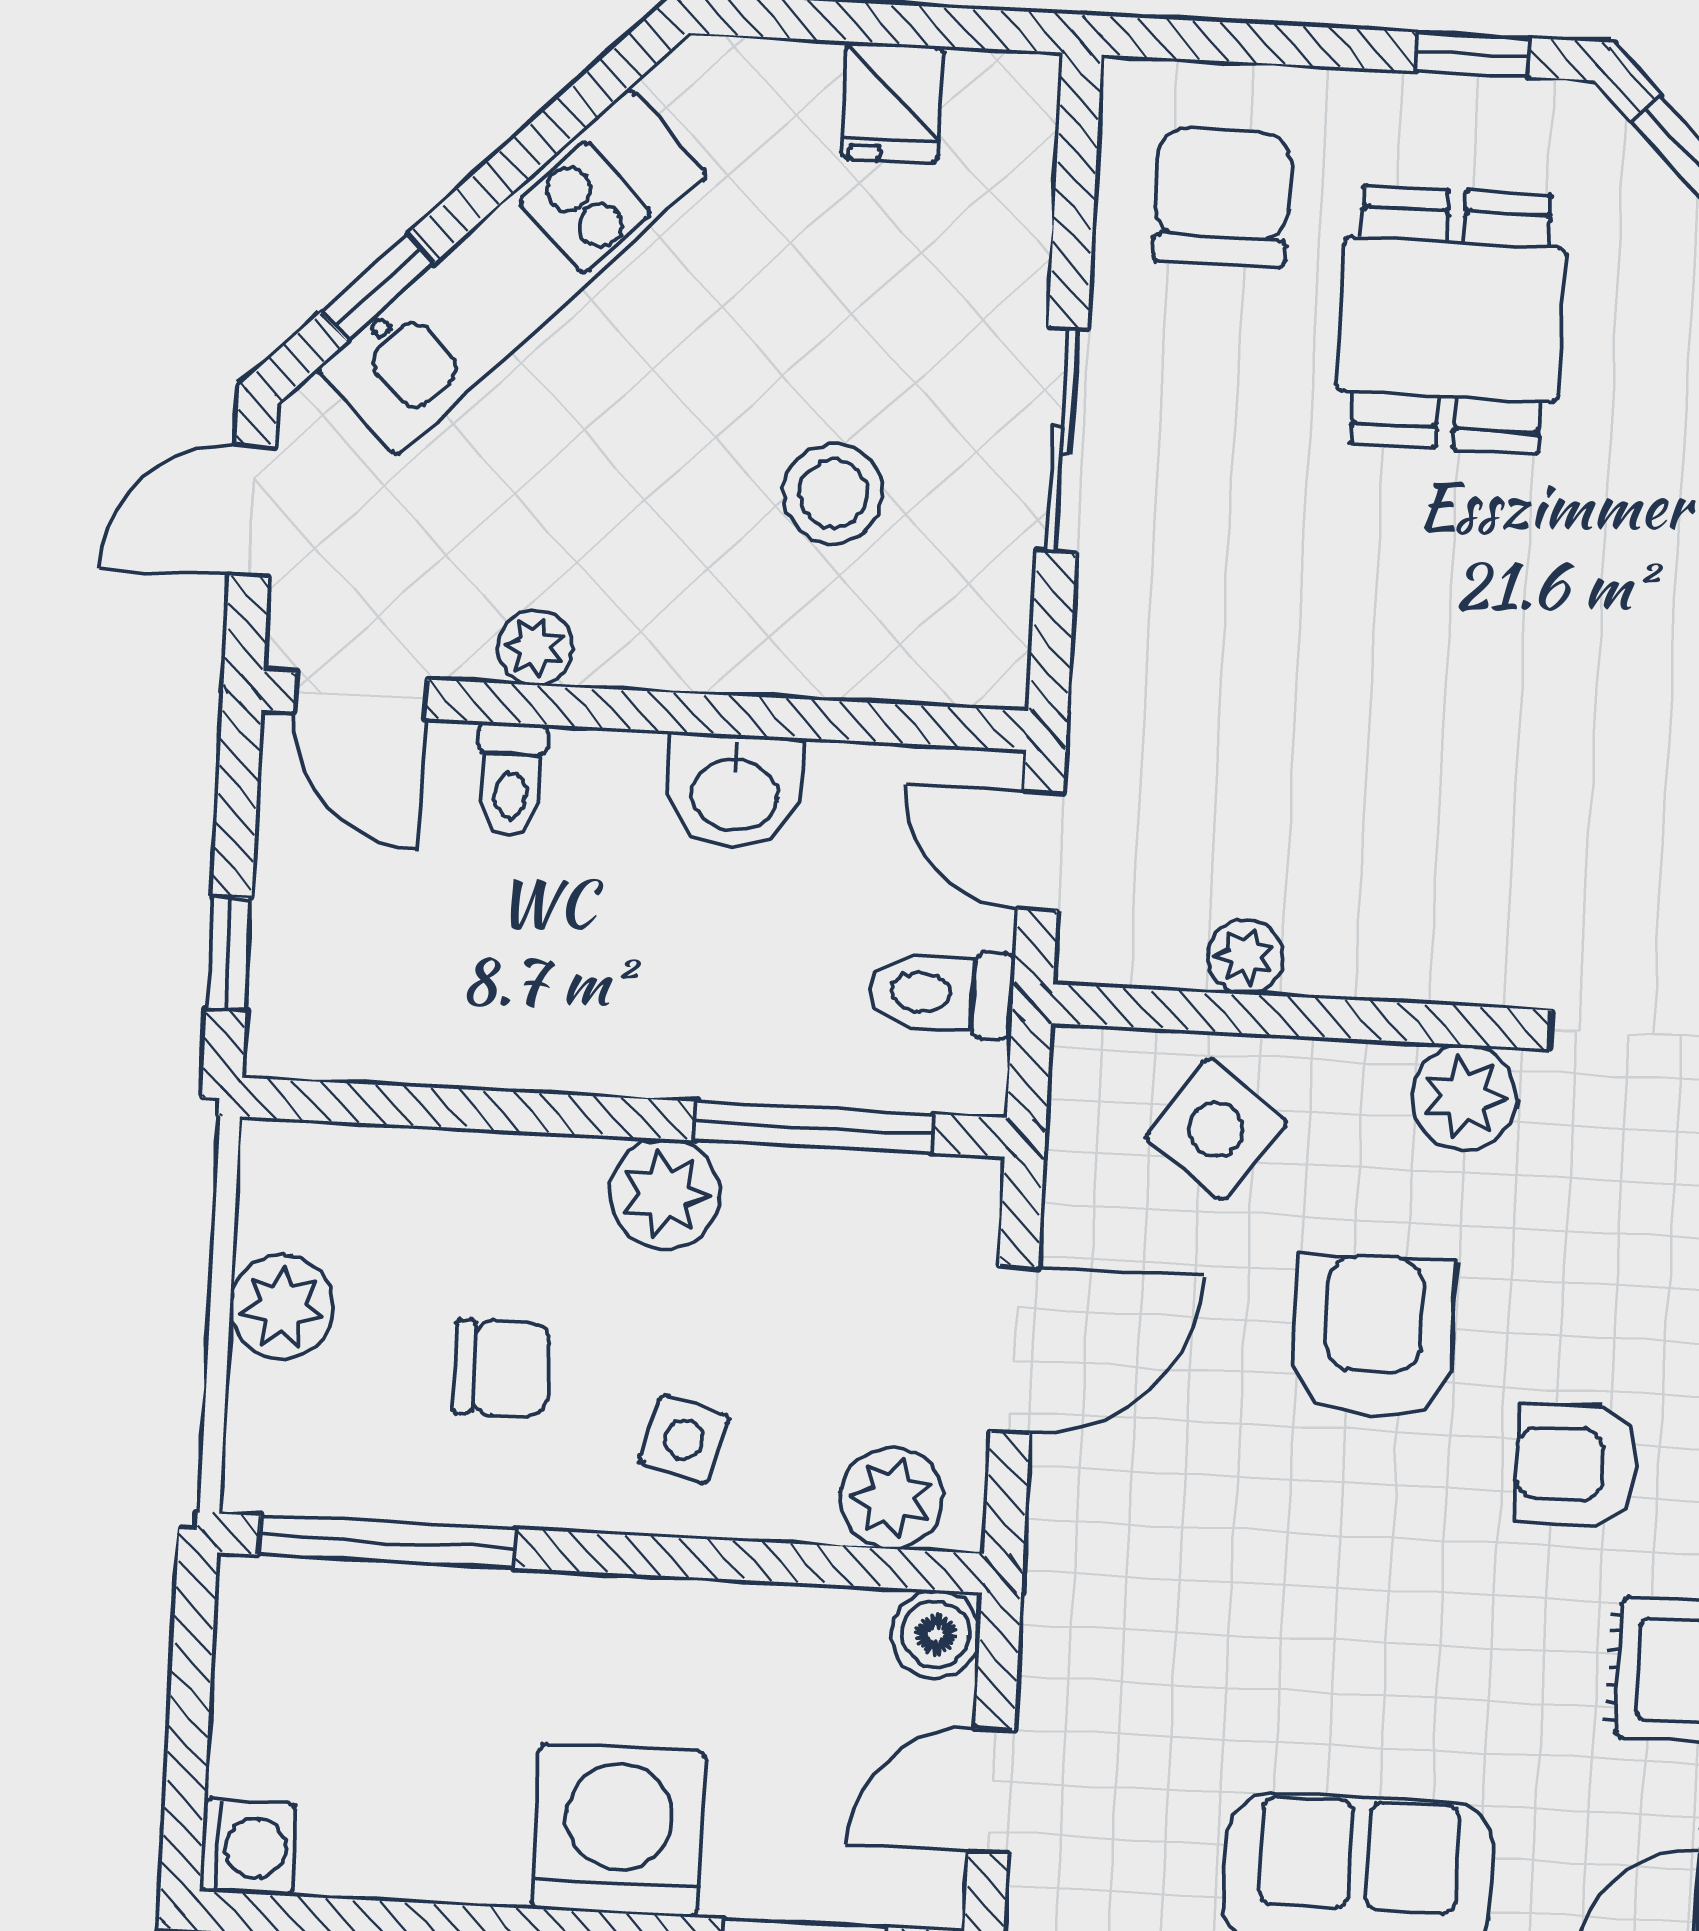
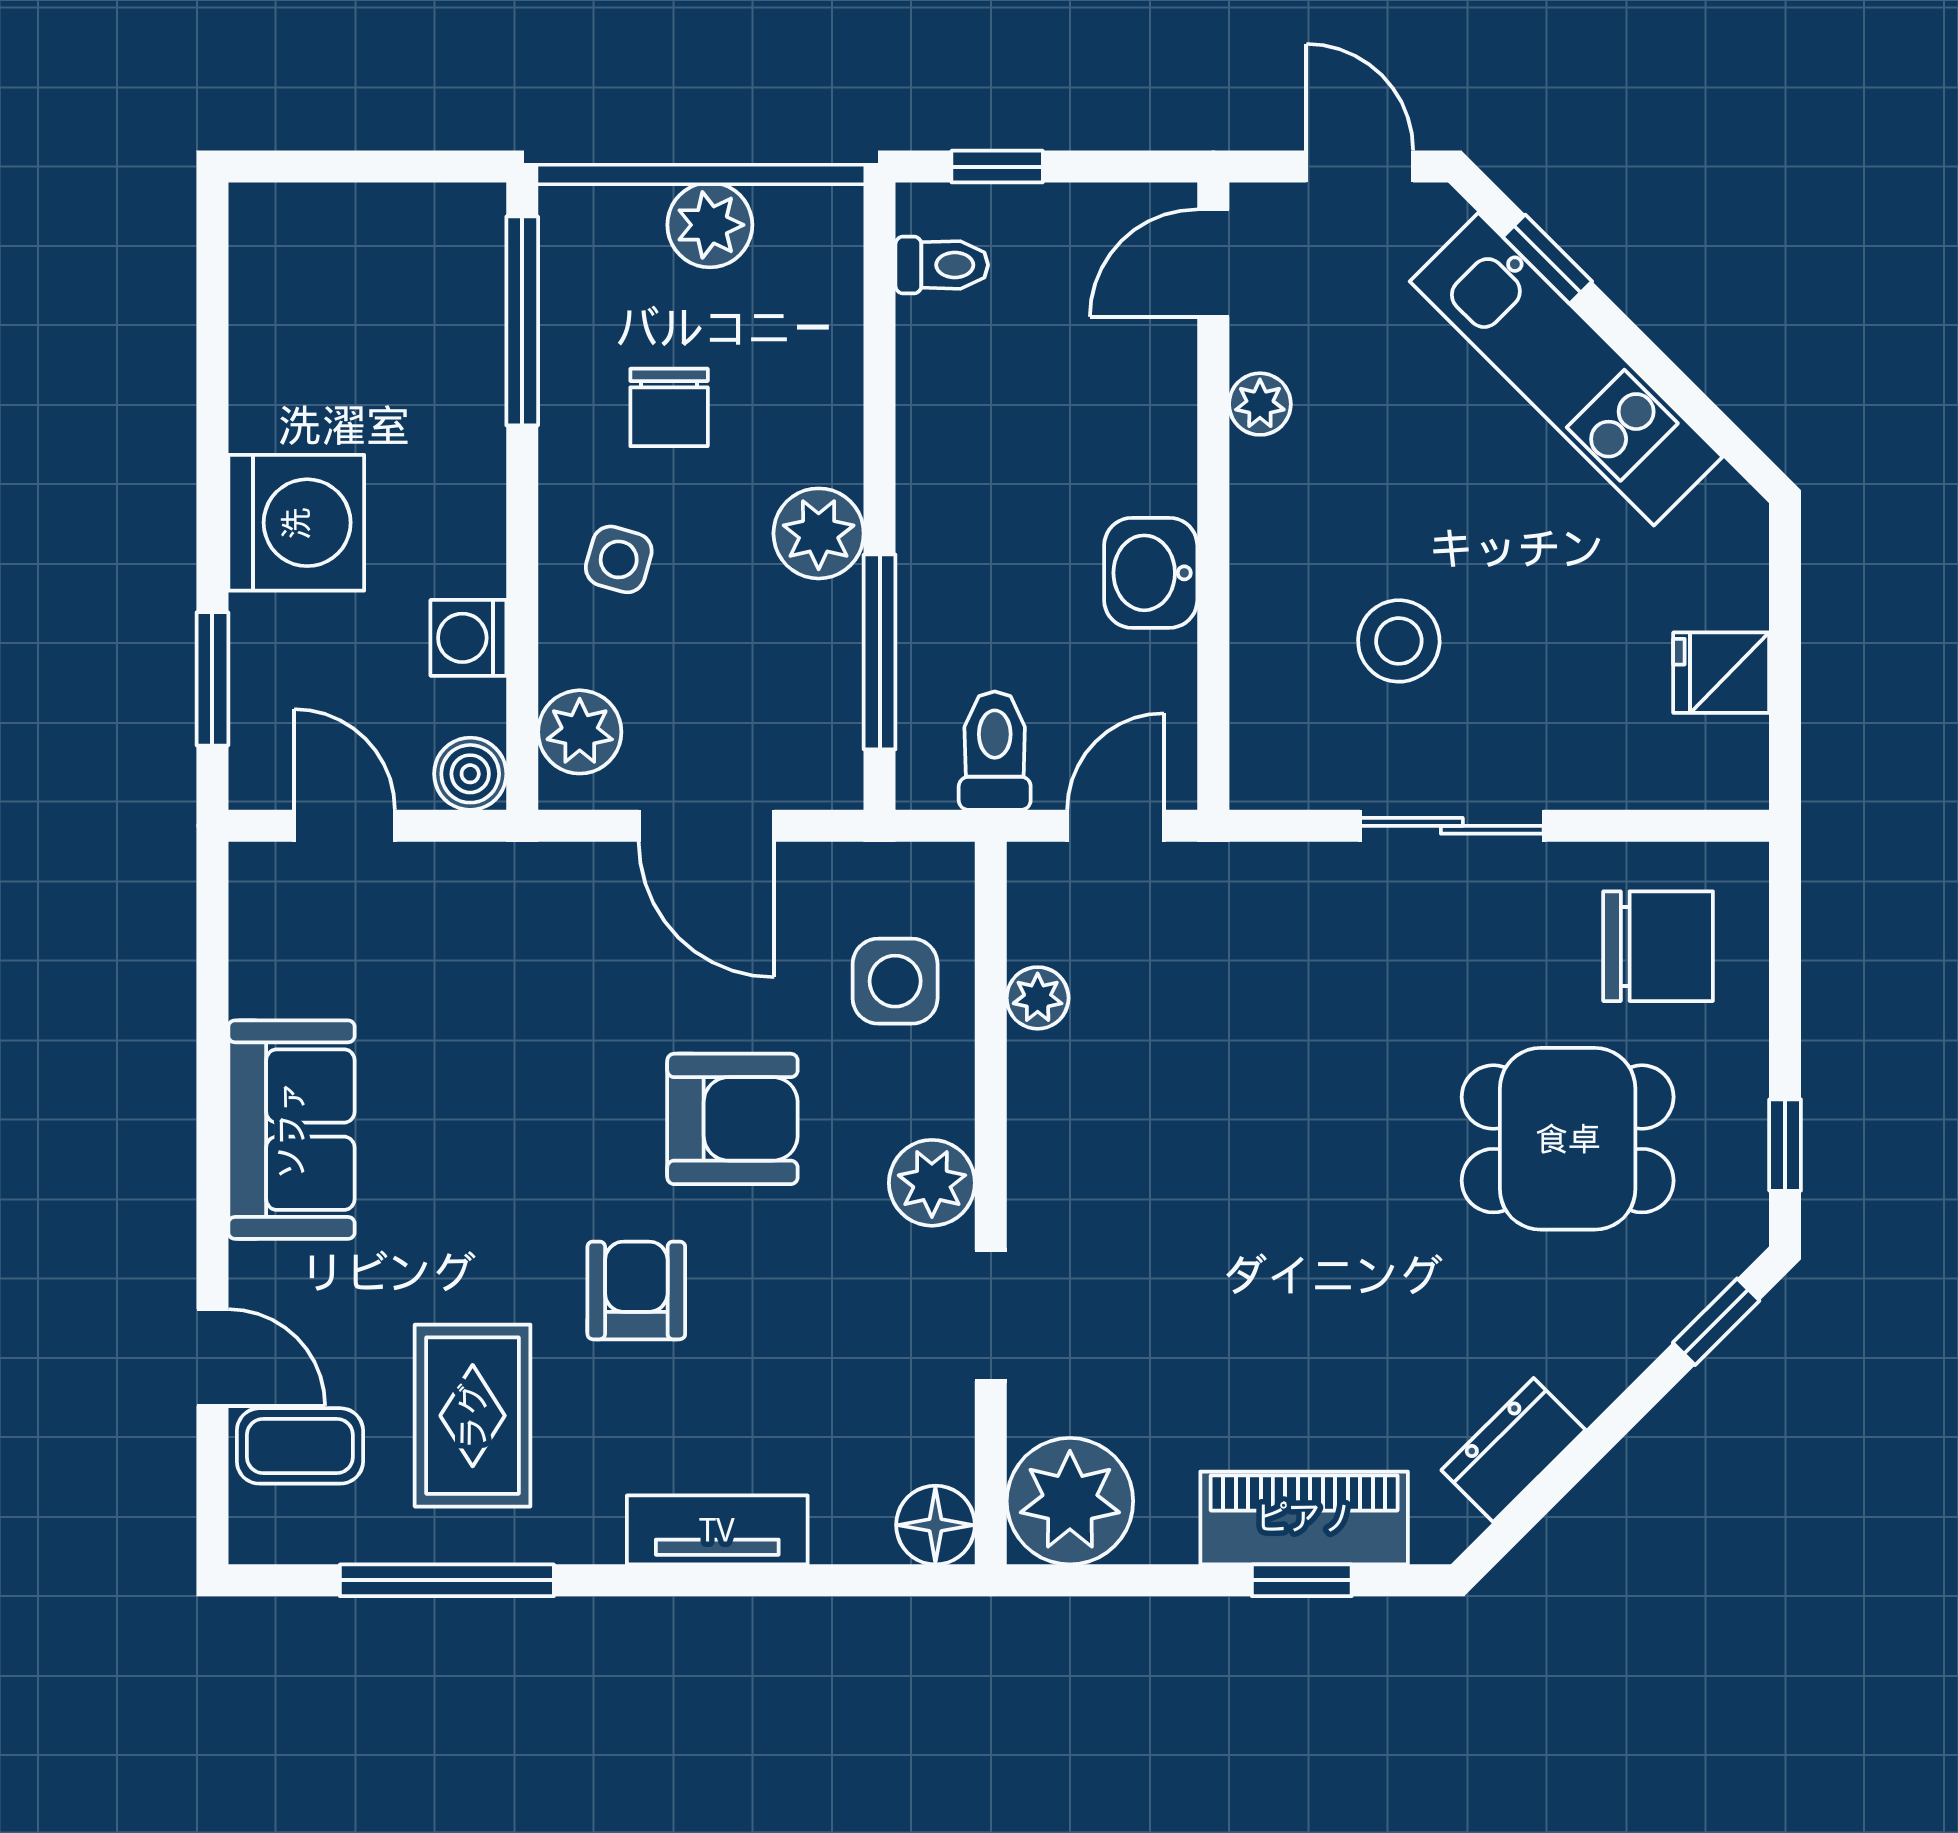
toilet: (511, 780) -> (942, 265), moved, turned 180
side table: (1216, 1129) -> (895, 981), turned -36
washing machine: (248, 1848) -> (468, 638), moved, turned 90

